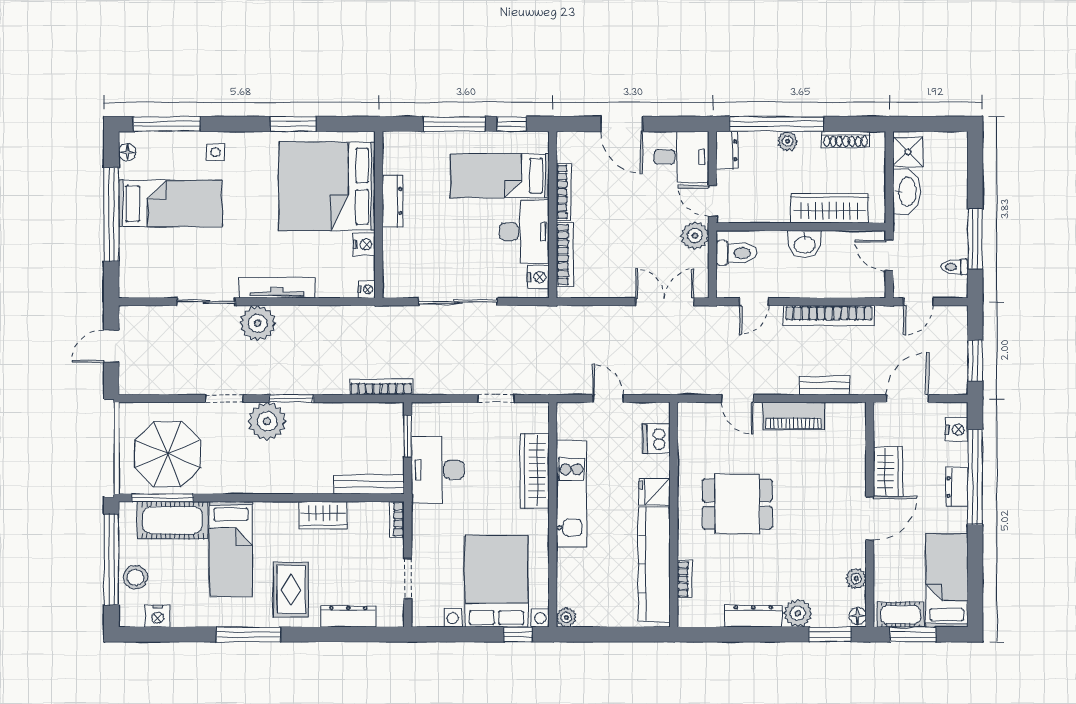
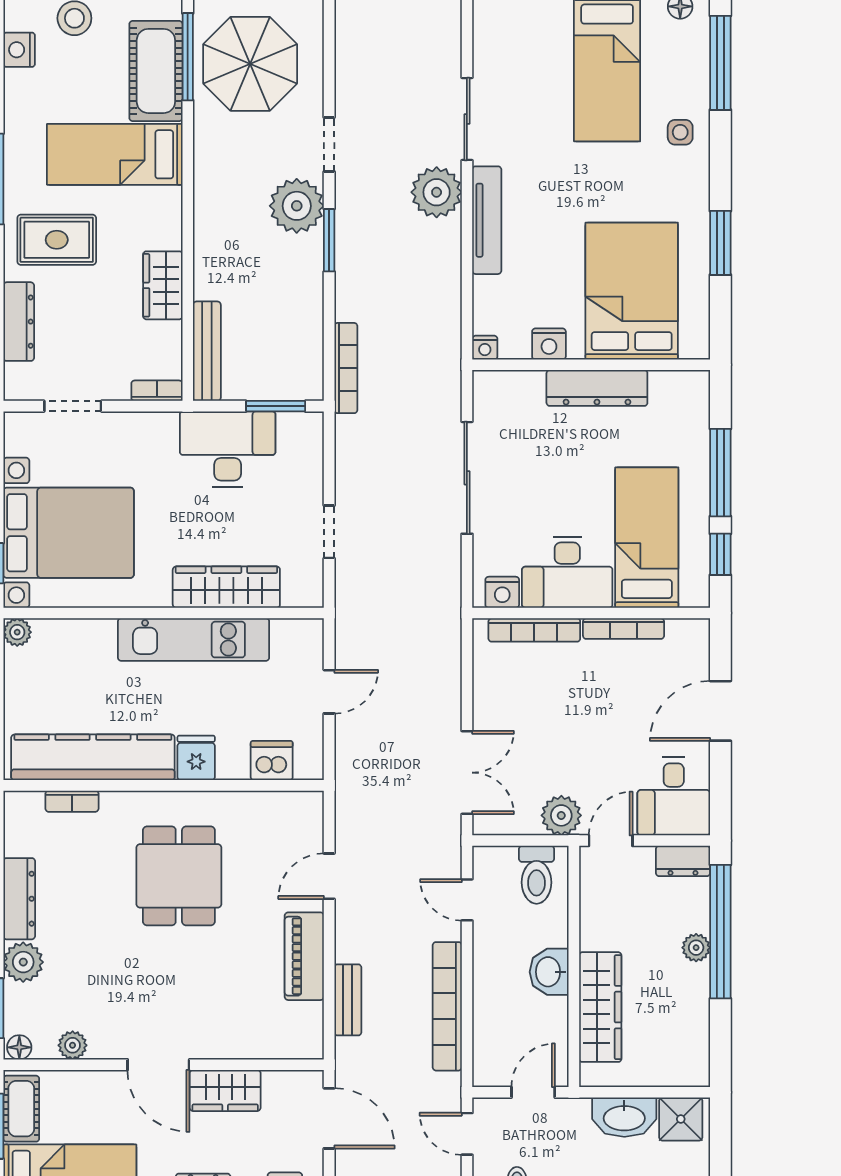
shoe rack: (846, 139) -> (698, 1030), removed
bed: (327, 186) -> (632, 291), width x0.73
dresser: (392, 201) -> (597, 388), width x1.37, depth x1.24

